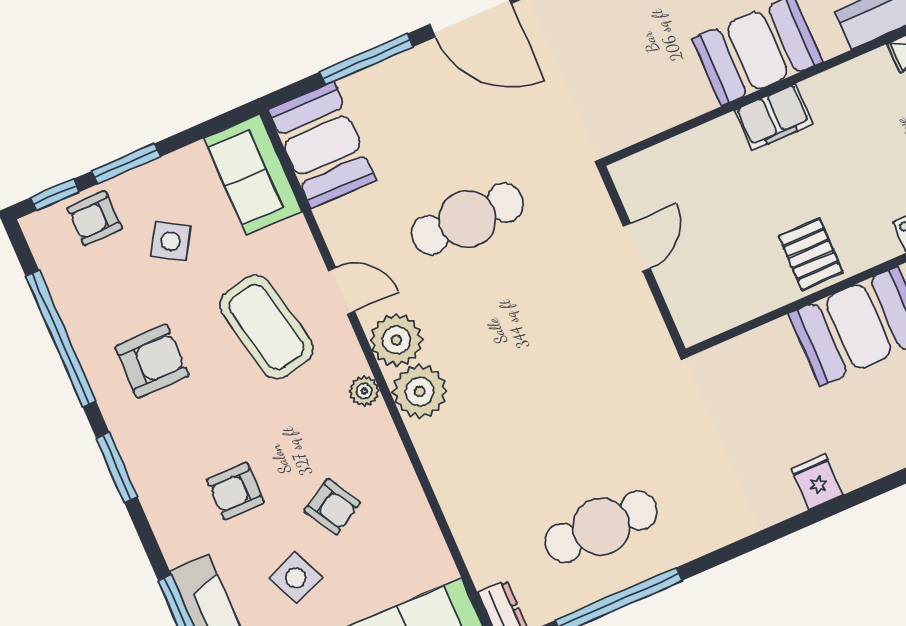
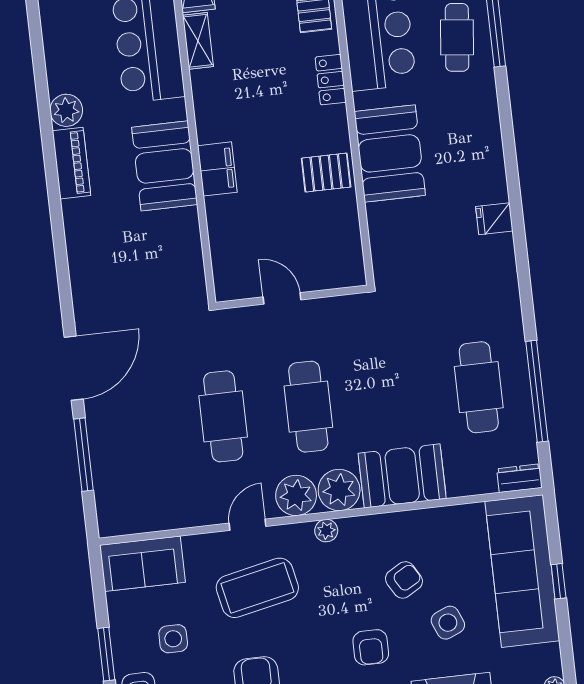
booth: (322, 145) -> (402, 476), moved
side table: (171, 241) -> (173, 639), turned -31
cafe table: (512, 321) -> (308, 407), added

